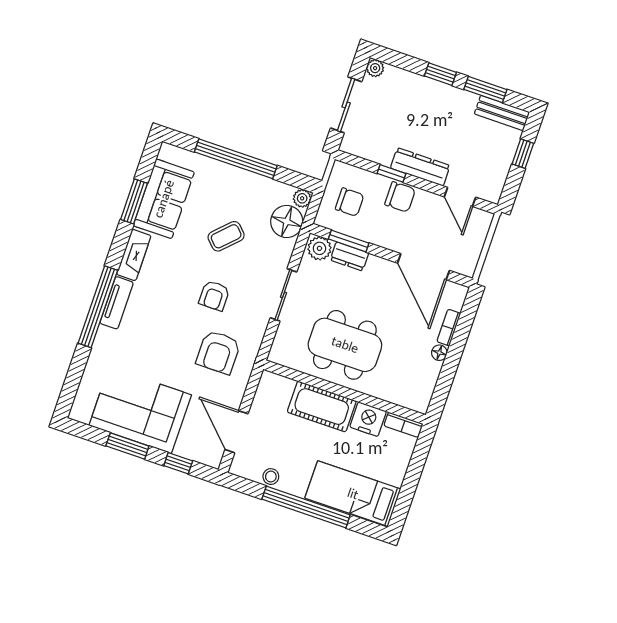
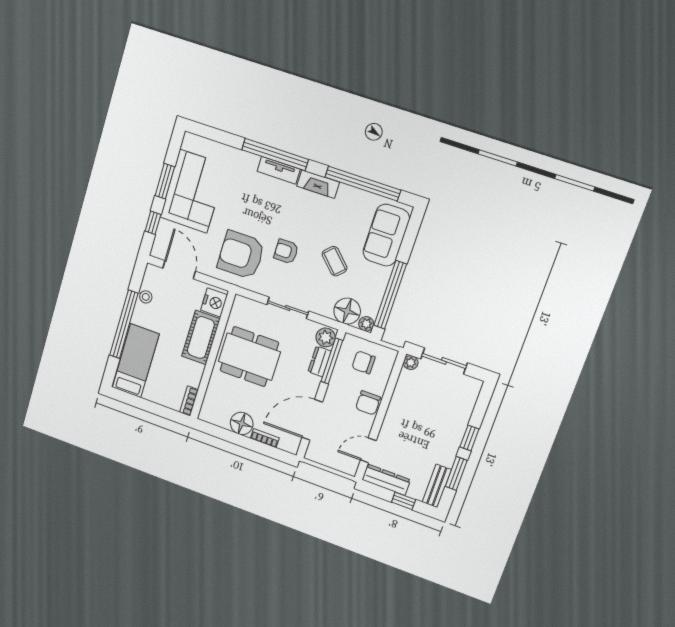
plant: (375, 68) -> (411, 363), moved
window: (236, 159) -> (390, 295), moved
dresser: (420, 167) -> (386, 480), moved, turned -90
window: (392, 173) -> (387, 397), removed
sofa: (164, 199) -> (386, 235), moved, turned 90
window: (134, 201) -> (363, 184), width x2.11
chair: (350, 202) -> (364, 362), turned 90
window: (349, 241) -> (332, 361), width x1.44
dining table: (345, 345) -> (249, 357), turned 90
armchair: (218, 352) -> (241, 255), width x1.36, depth x1.36
floor lamp: (439, 353) -> (242, 423), width x1.89, depth x1.89
nightstand: (368, 419) -> (214, 302), moved
door: (237, 432) -> (179, 270), hinge flipped

